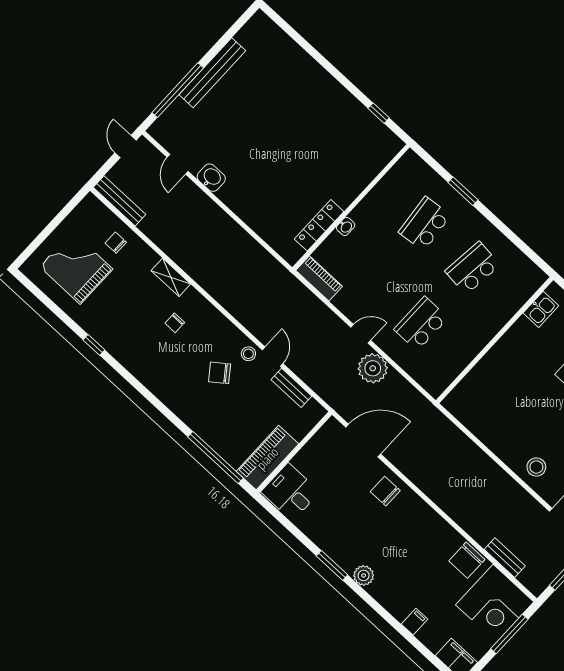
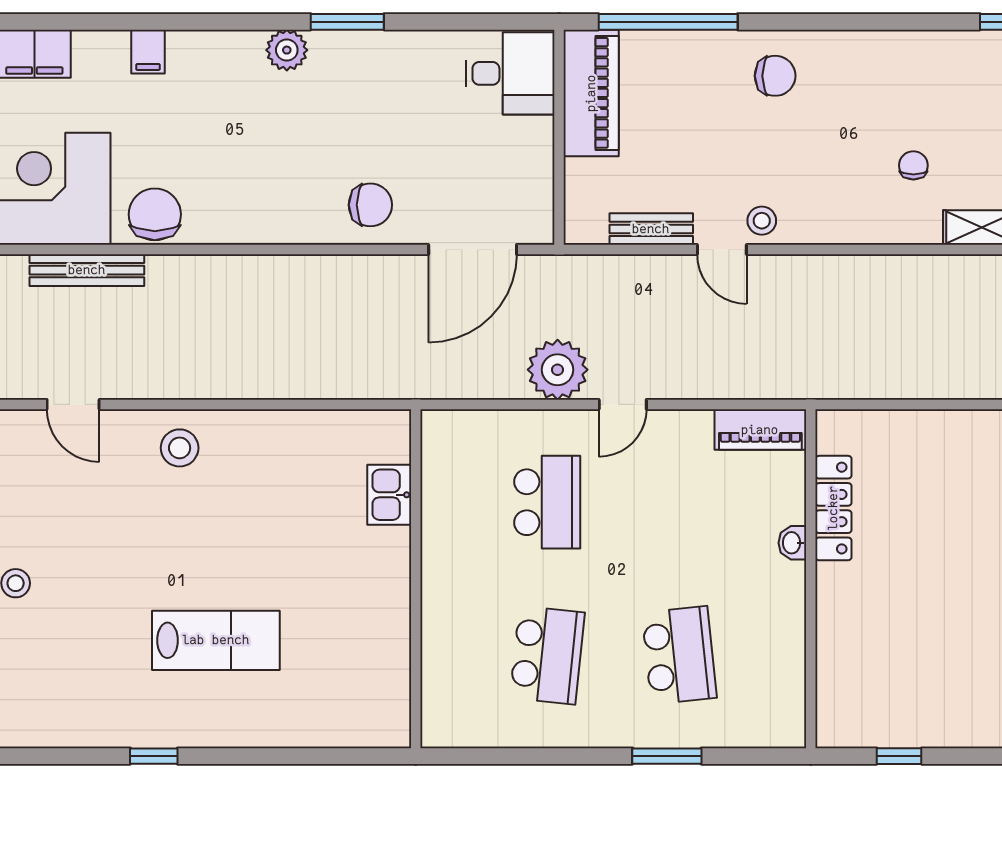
kitchen sink: (541, 309) -> (389, 495), moved
chair: (220, 373) -> (775, 76), moved, turned 37
bench: (505, 558) -> (87, 270), width x1.36

